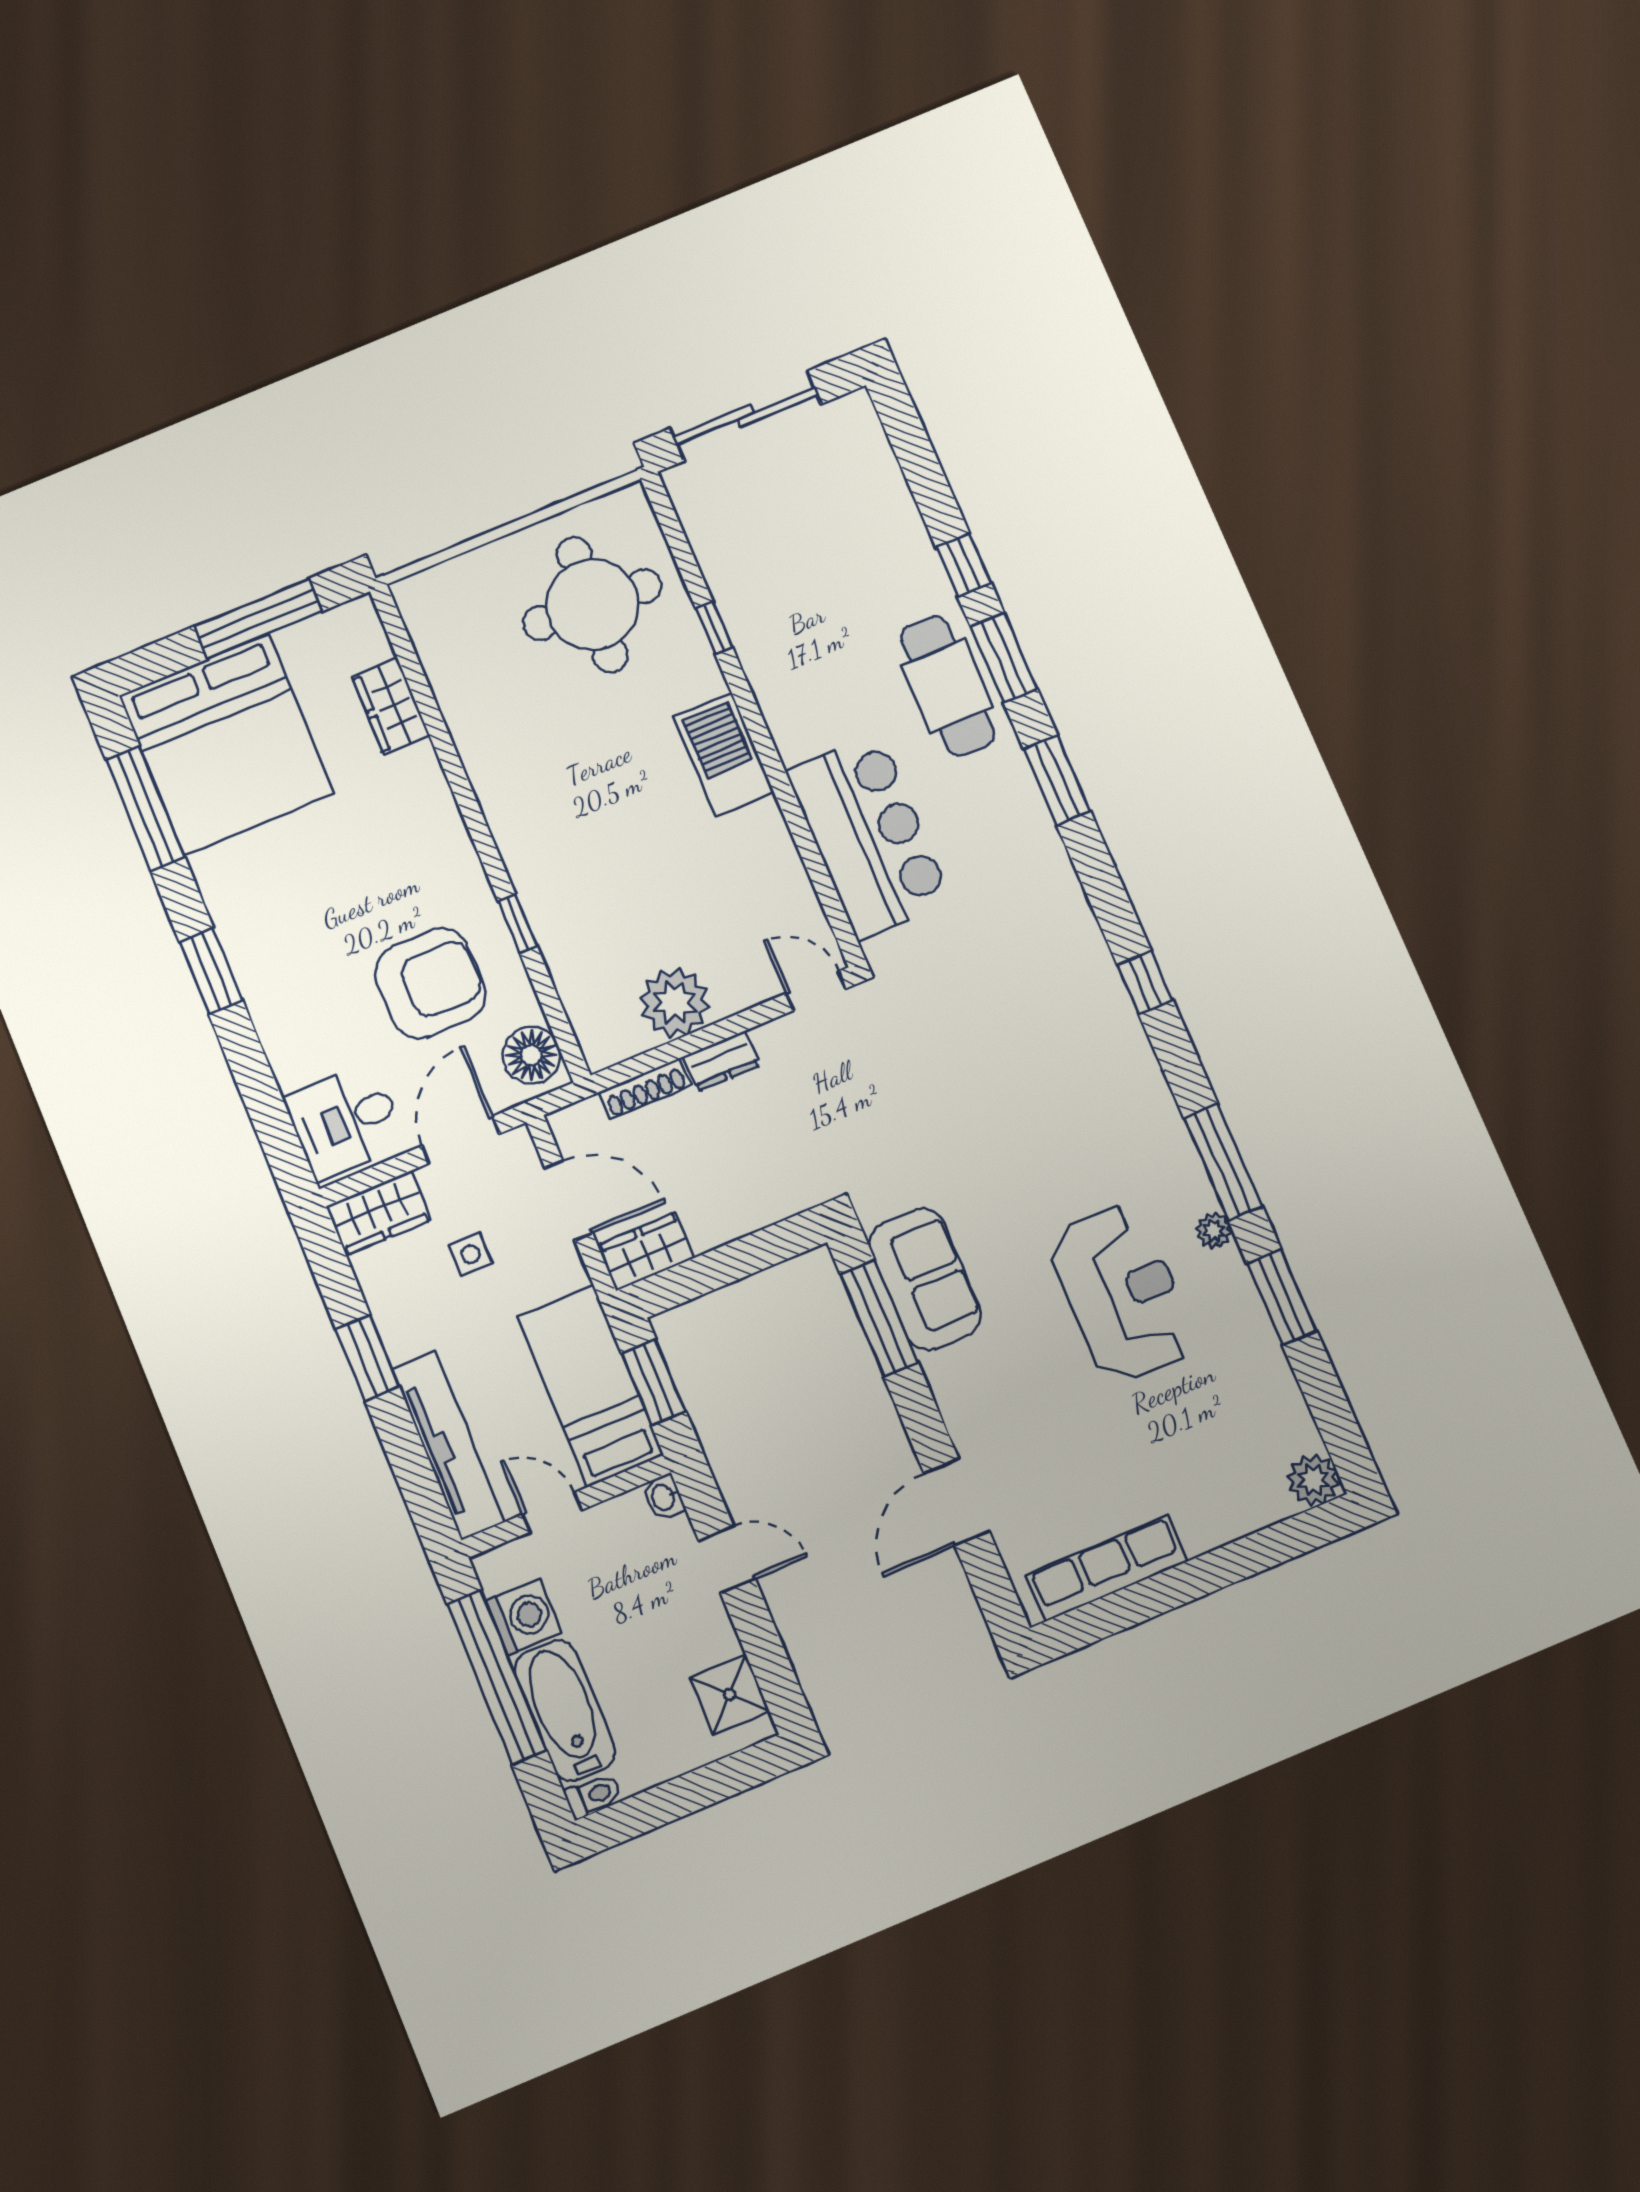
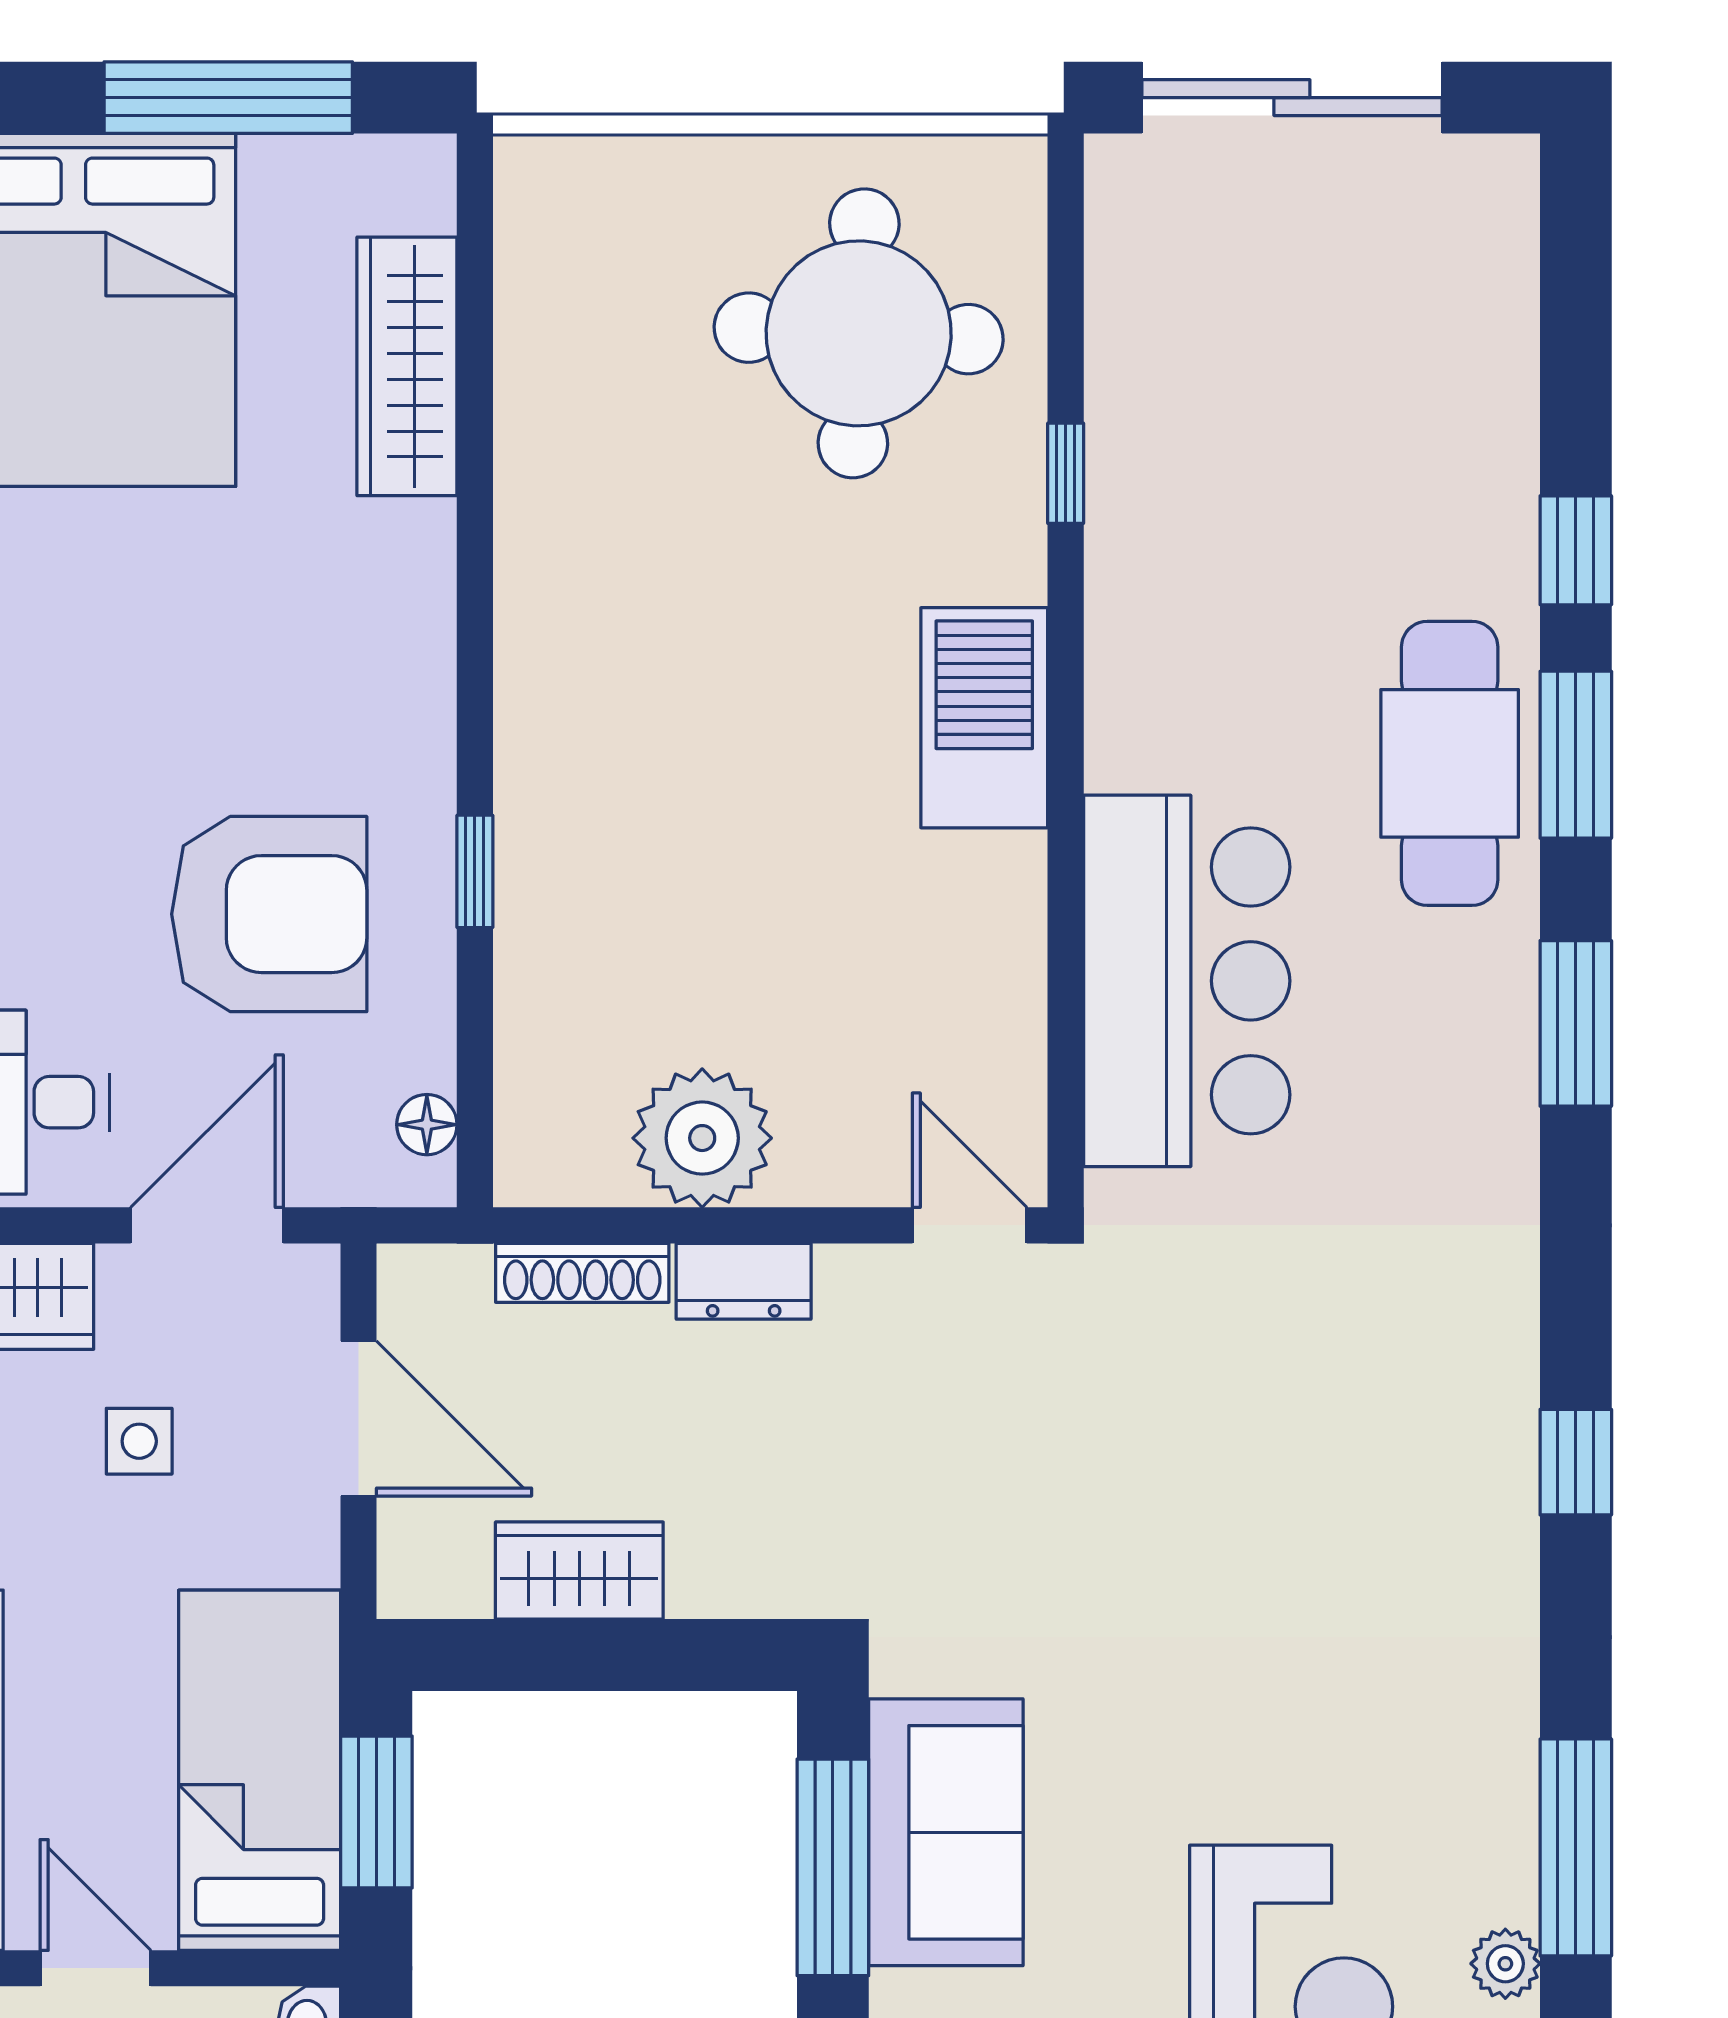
wardrobe: (391, 706) -> (407, 366), width x1.50
floor lamp: (531, 1055) -> (427, 1125), width x0.53, depth x0.53
wardrobe: (646, 1252) -> (579, 1571), moved

